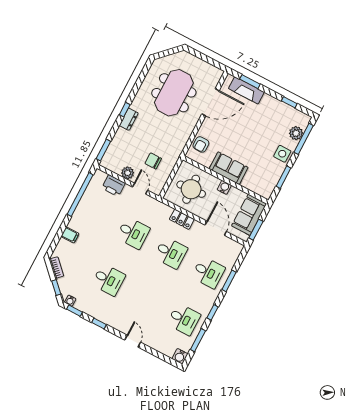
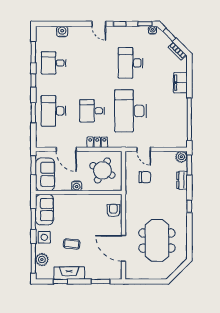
fireplace: (246, 90) -> (69, 273), moved
door: (211, 102) -> (124, 248), hinge flipped
dresser: (129, 119) -> (182, 180), moved
coffee table: (259, 133) -> (72, 244), added
sofa: (229, 168) -> (45, 210), moved, turned -90
plant: (128, 173) -> (181, 157), moved
printer: (113, 186) -> (166, 141), removed
round table: (191, 189) -> (102, 170), turned 31
desk: (133, 233) -> (131, 111), width x1.87, depth x1.30
filing cabinet: (70, 235) -> (180, 83), width x2.00
desk: (208, 272) -> (54, 111), width x1.37
desk: (108, 280) -> (131, 63), width x1.37
door: (133, 341) -> (99, 24), moved
water cooler: (180, 356) -> (62, 32), moved

